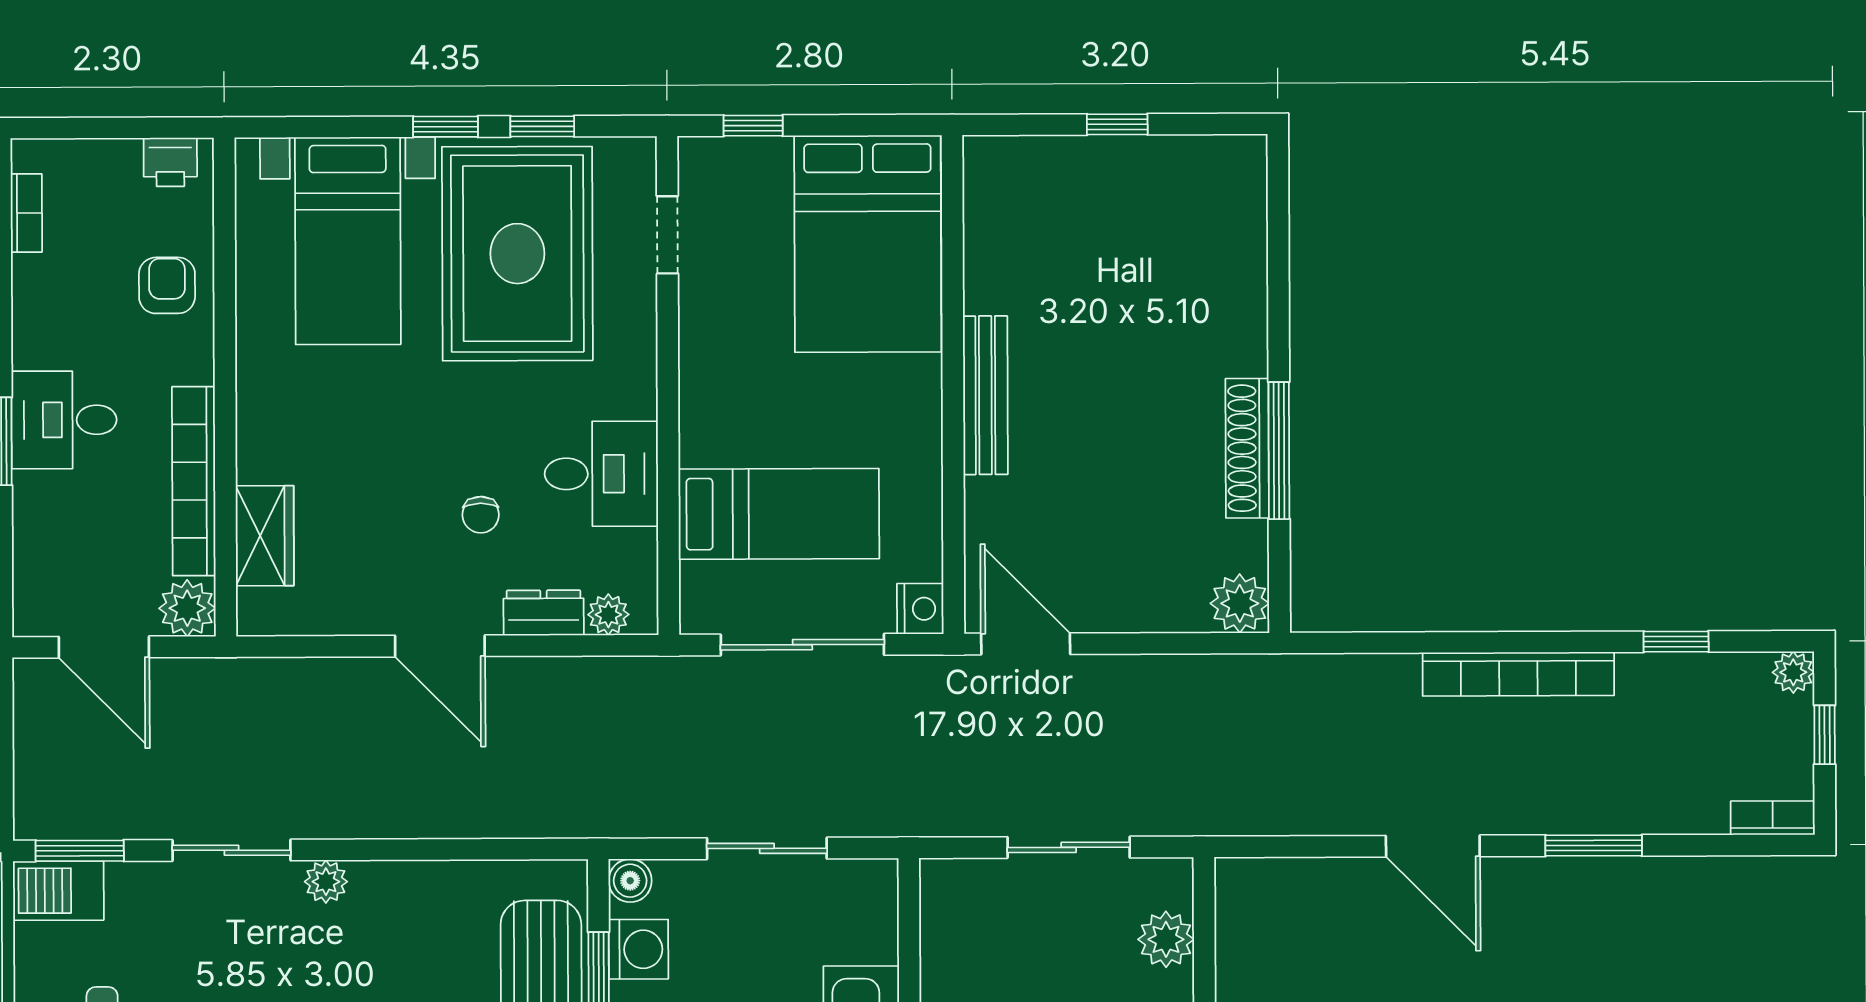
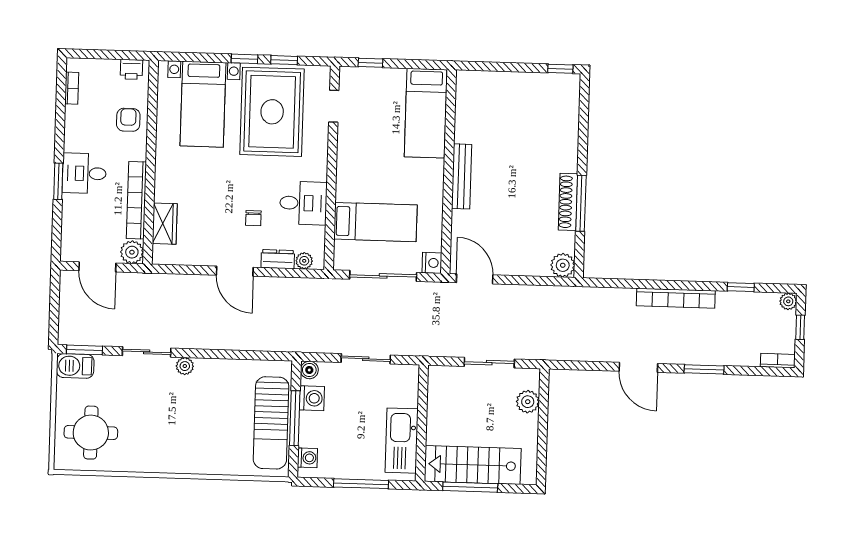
window: (1117, 124) -> (560, 69), moved
bed: (868, 244) -> (426, 113), width x0.67

